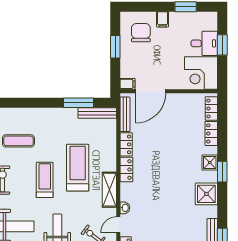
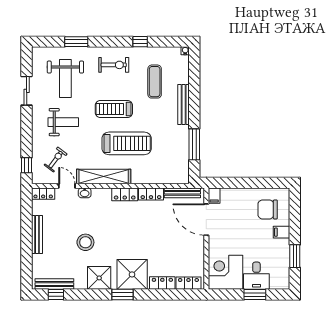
chair: (141, 33) -> (268, 209), turned 180
window: (115, 47) -> (253, 183), removed
bench: (97, 113) -> (184, 104), moved
shower: (210, 162) -> (132, 274), width x1.86, depth x1.86
treadmill: (45, 180) -> (114, 109), turned 180
shelving: (109, 190) -> (104, 177), width x1.47
stool: (172, 207) -> (85, 242), added

